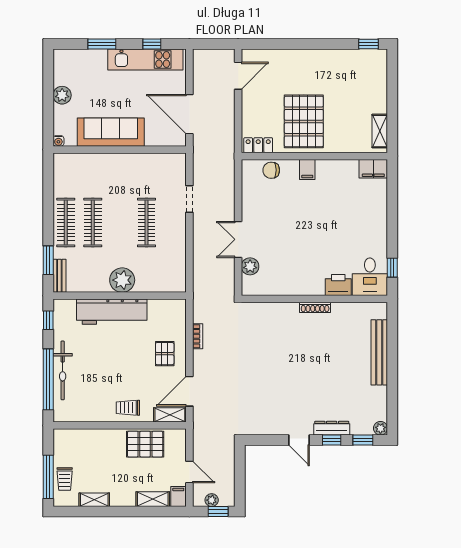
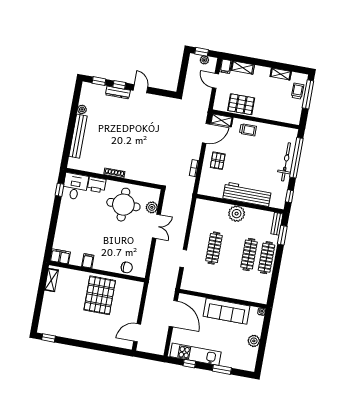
locker: (258, 145) -> (132, 285), removed
filing cabinet: (307, 169) -> (88, 261), moved
round table: (293, 263) -> (123, 205), added
plant: (380, 428) -> (82, 109), moved

